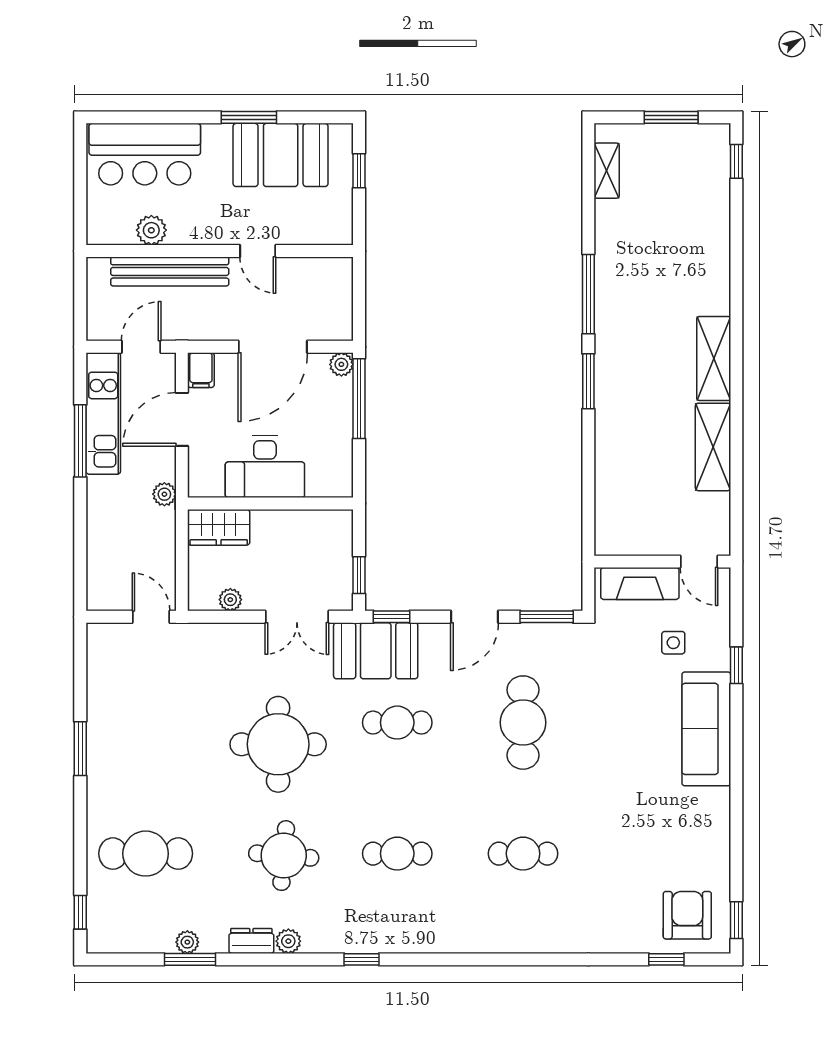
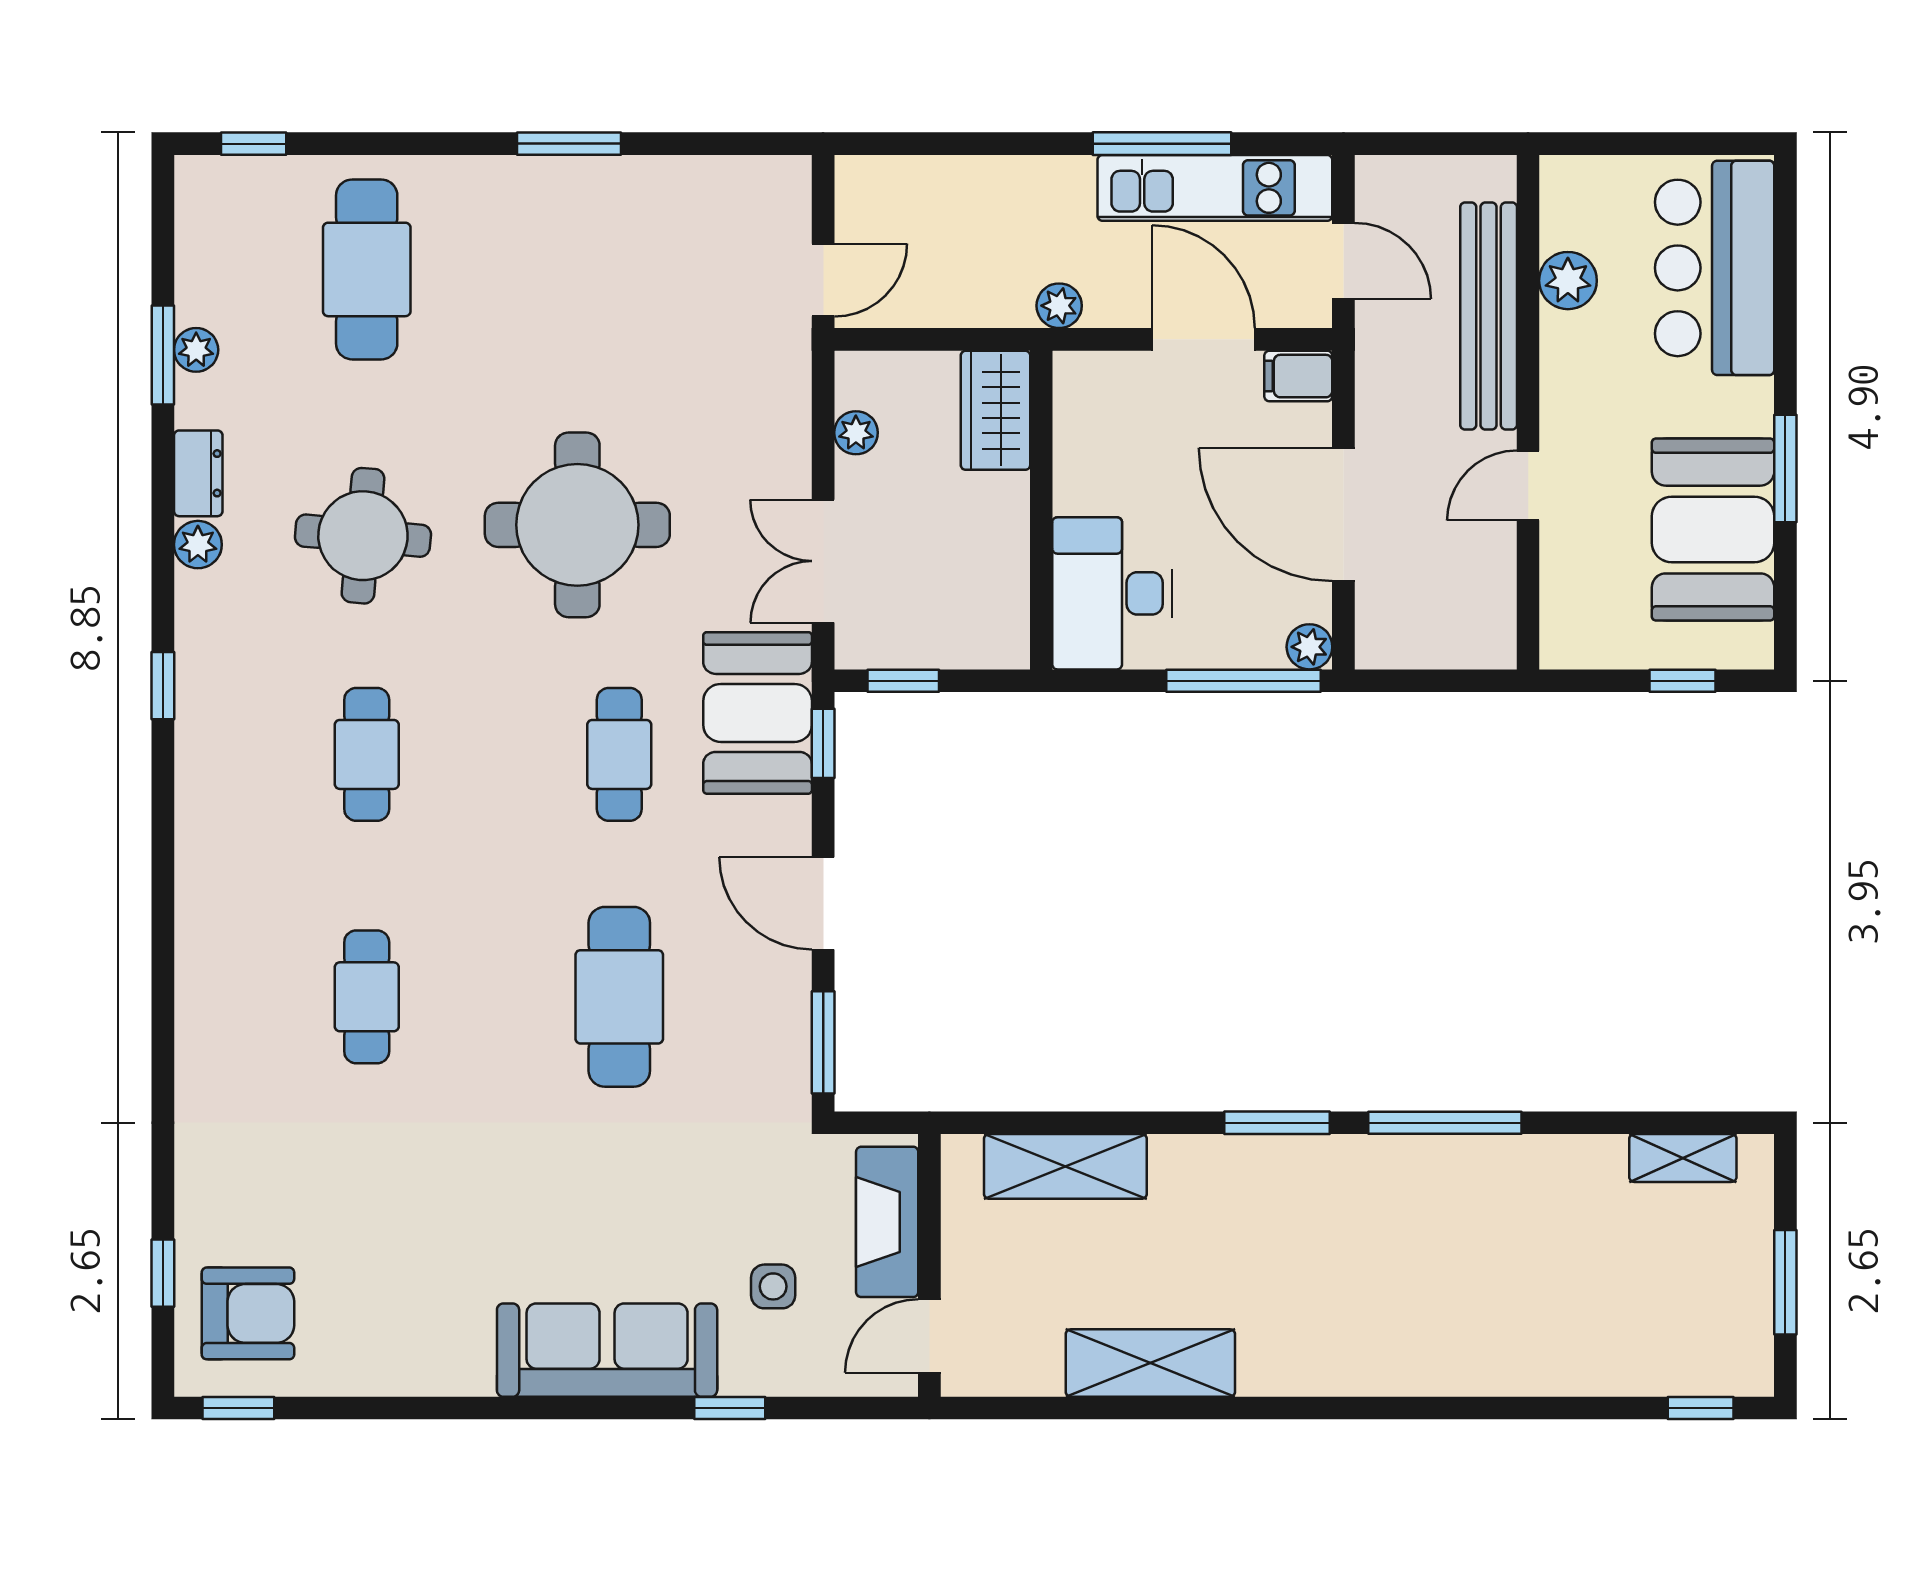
shelving: (714, 359) -> (1065, 1166), moved
desk: (265, 467) -> (1112, 593), moved
cafe table: (523, 723) -> (619, 997), turned 90

